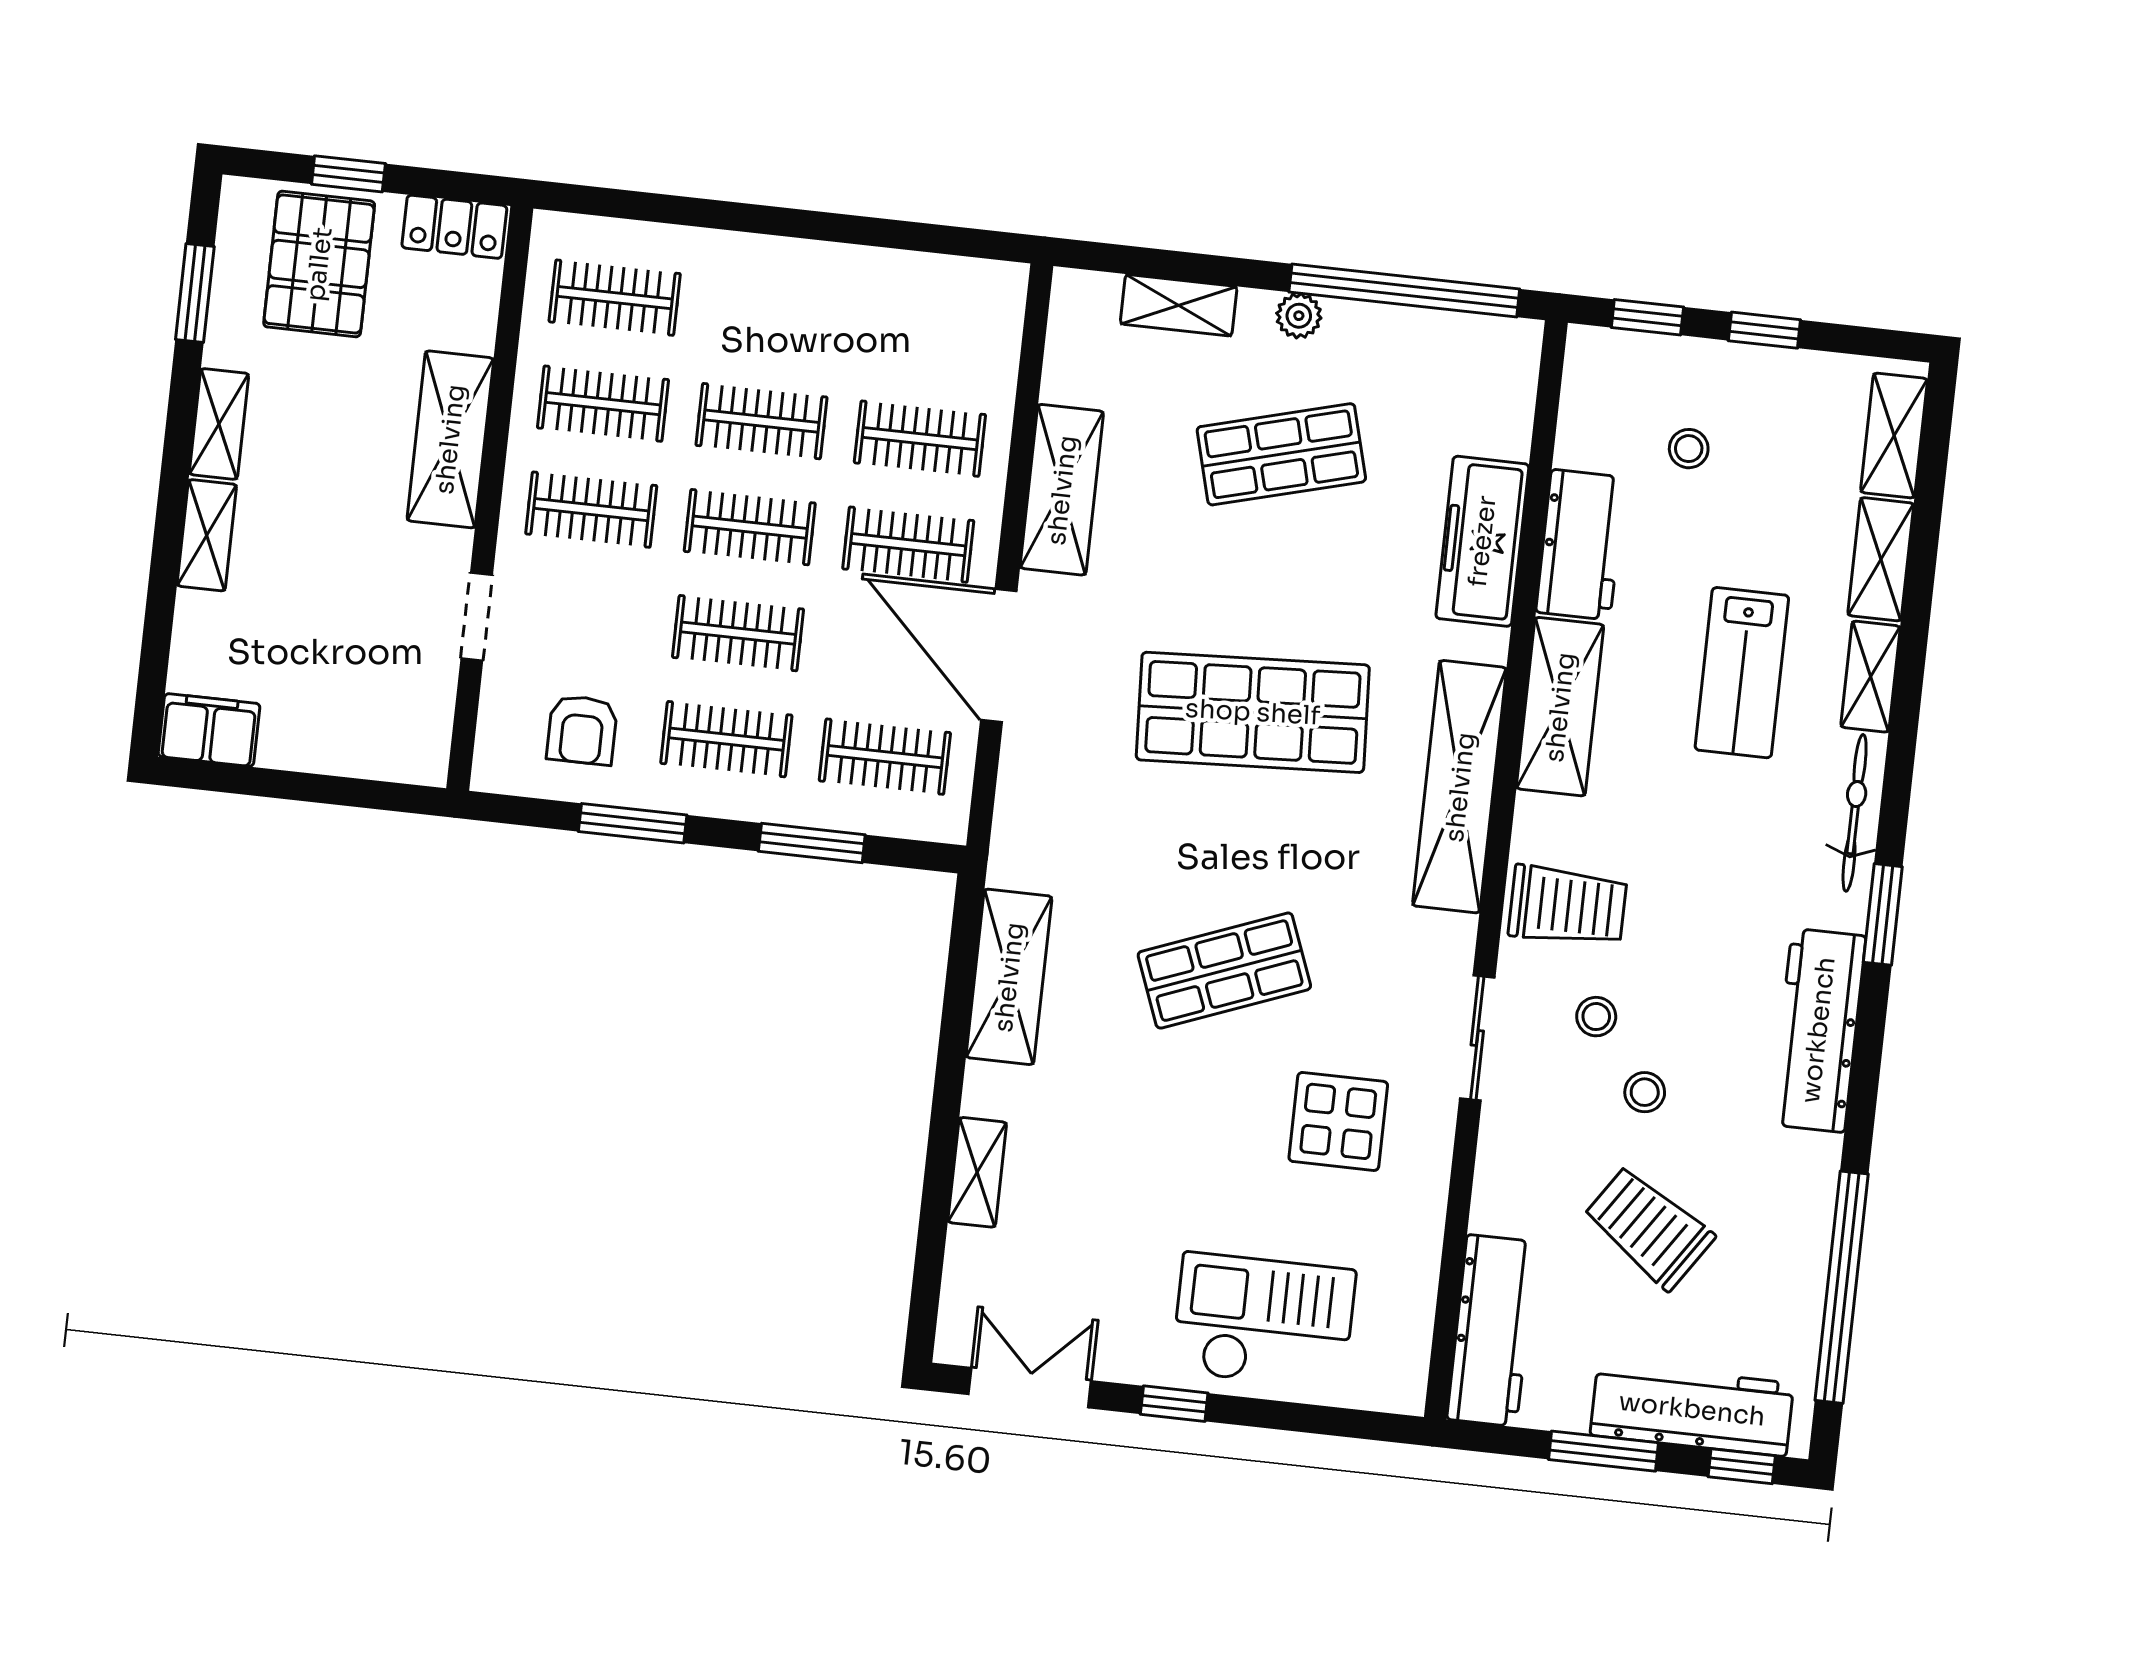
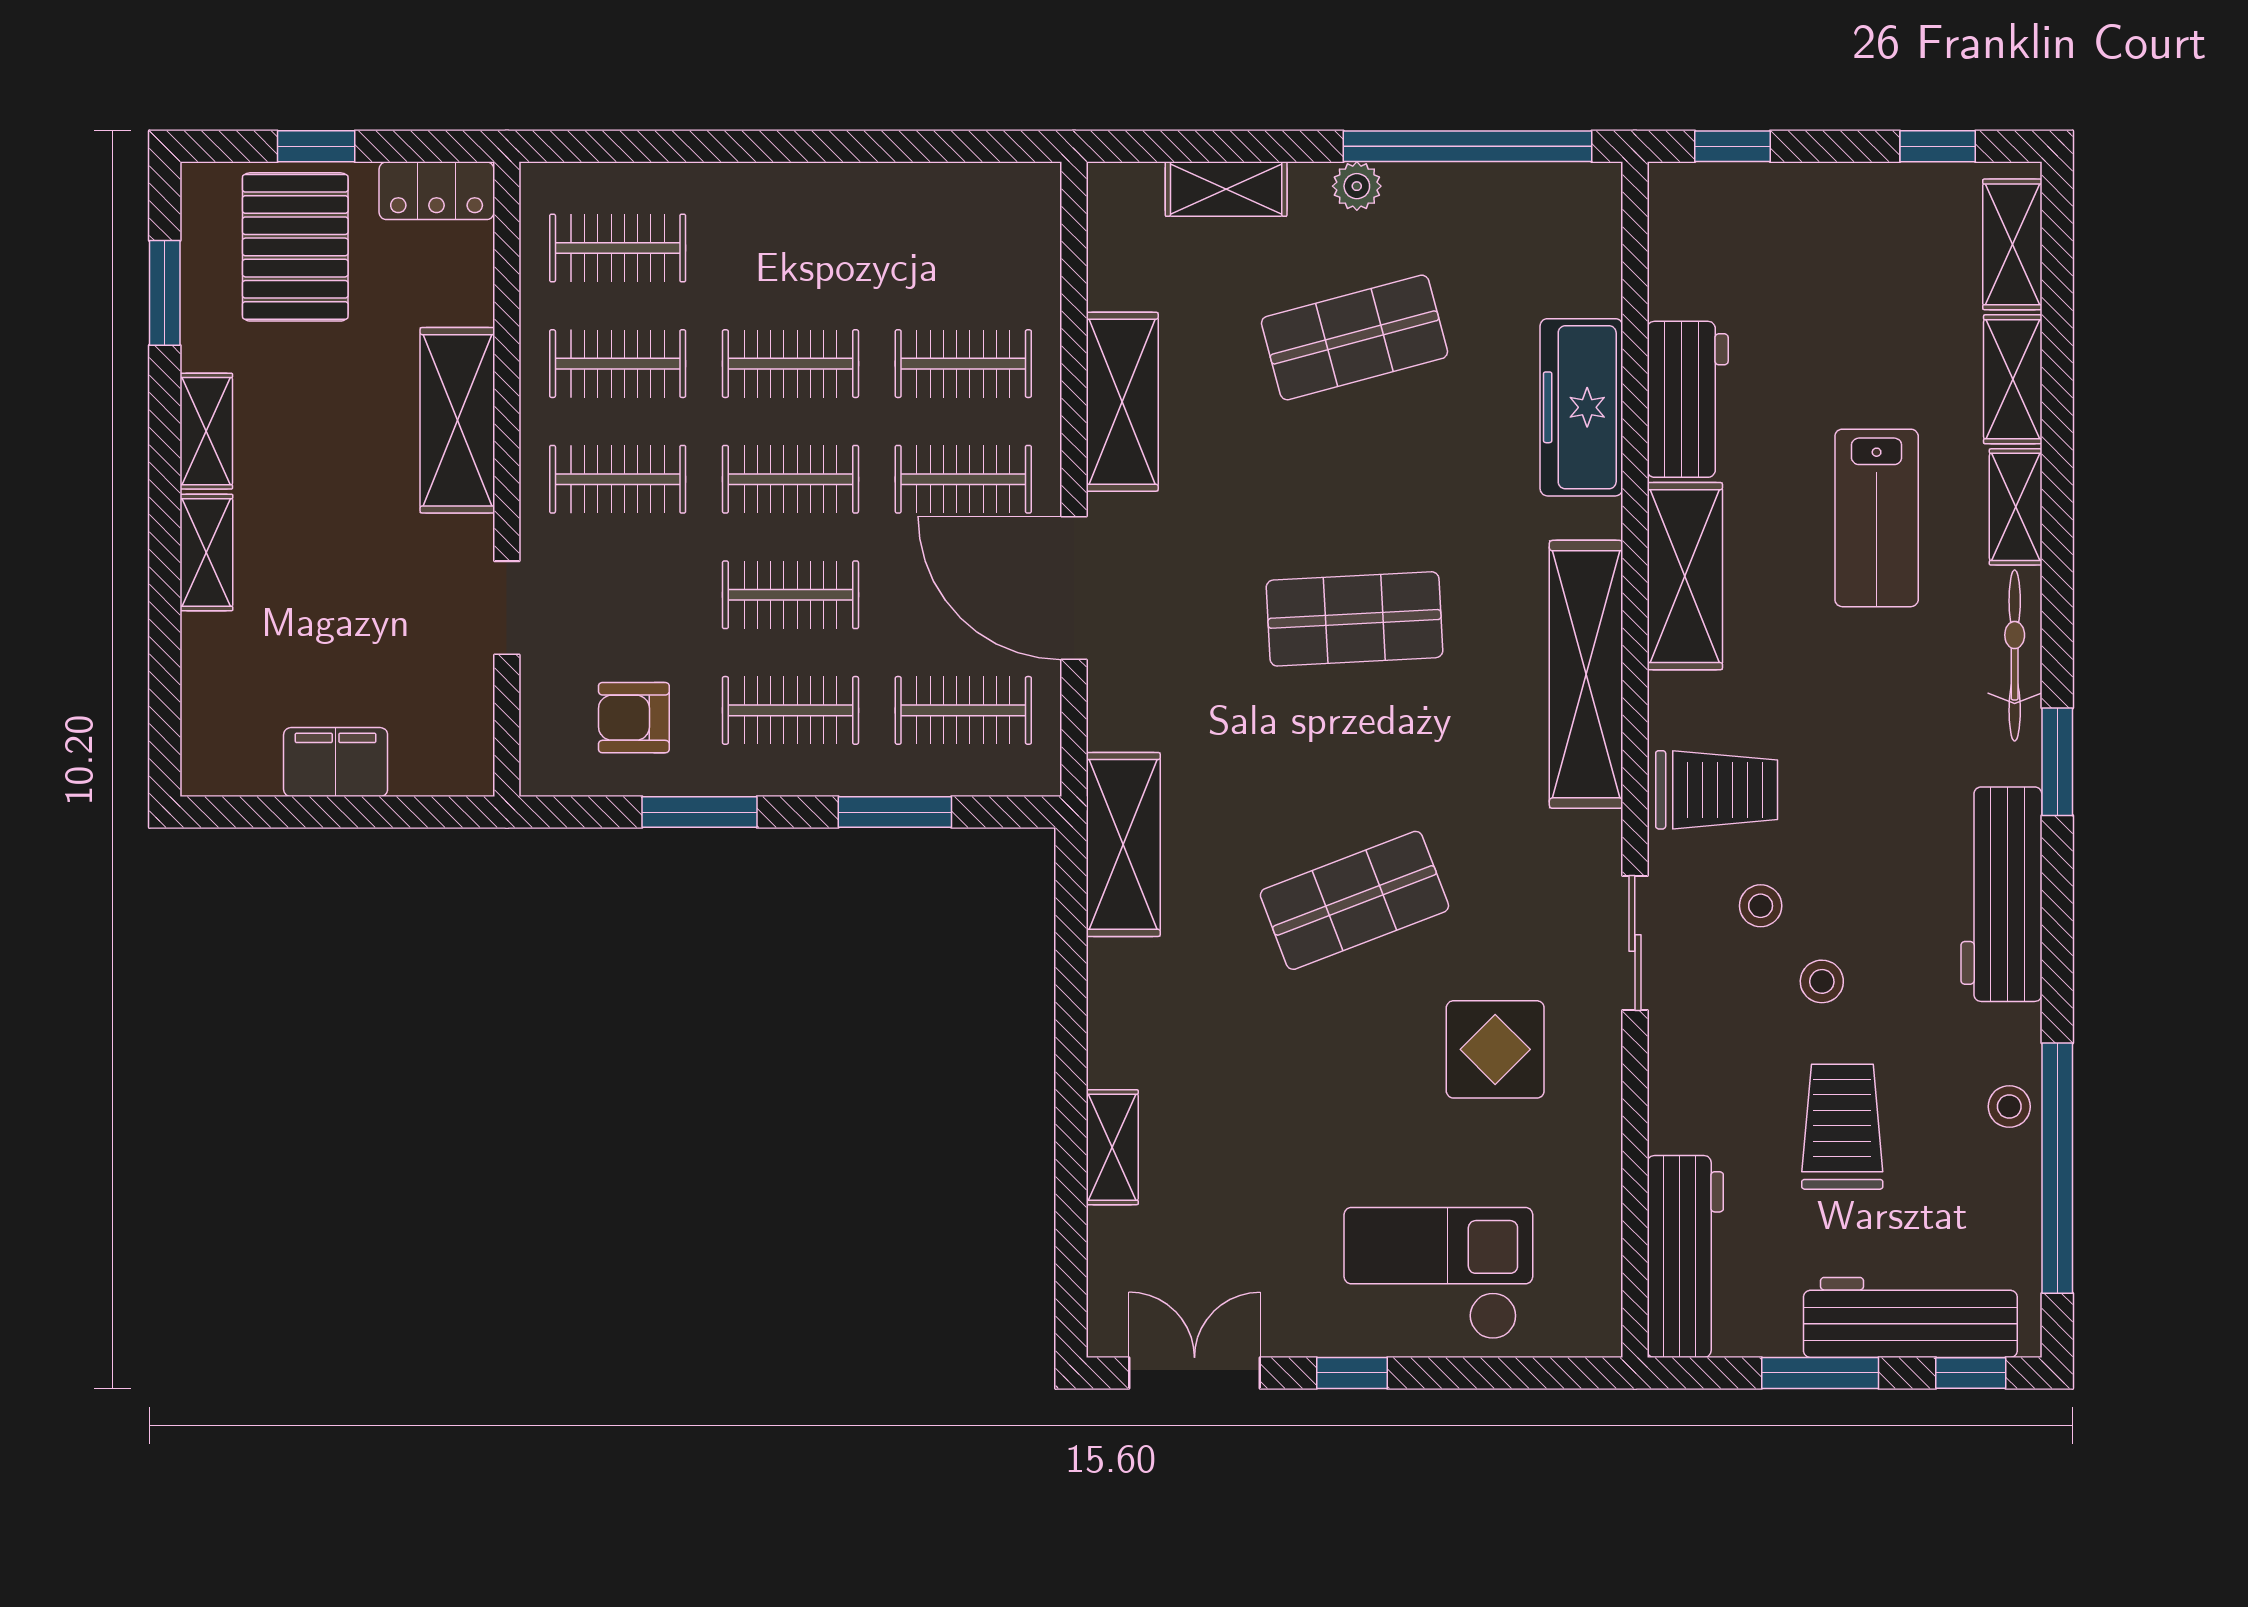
window: (1764, 330) -> (1938, 146), moved
stool: (1689, 449) -> (2009, 1107), moved
shop shelf: (1253, 712) -> (1354, 619), width x0.70, depth x0.74
filing cabinet: (209, 730) -> (336, 762), moved
armchair: (582, 730) -> (634, 718), turned 90
shelving: (1009, 977) -> (1123, 844), moved
trolley: (1649, 1227) -> (1842, 1127), turned 56

